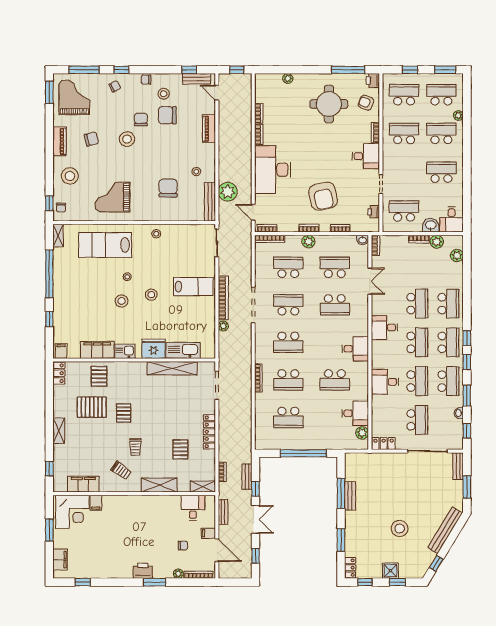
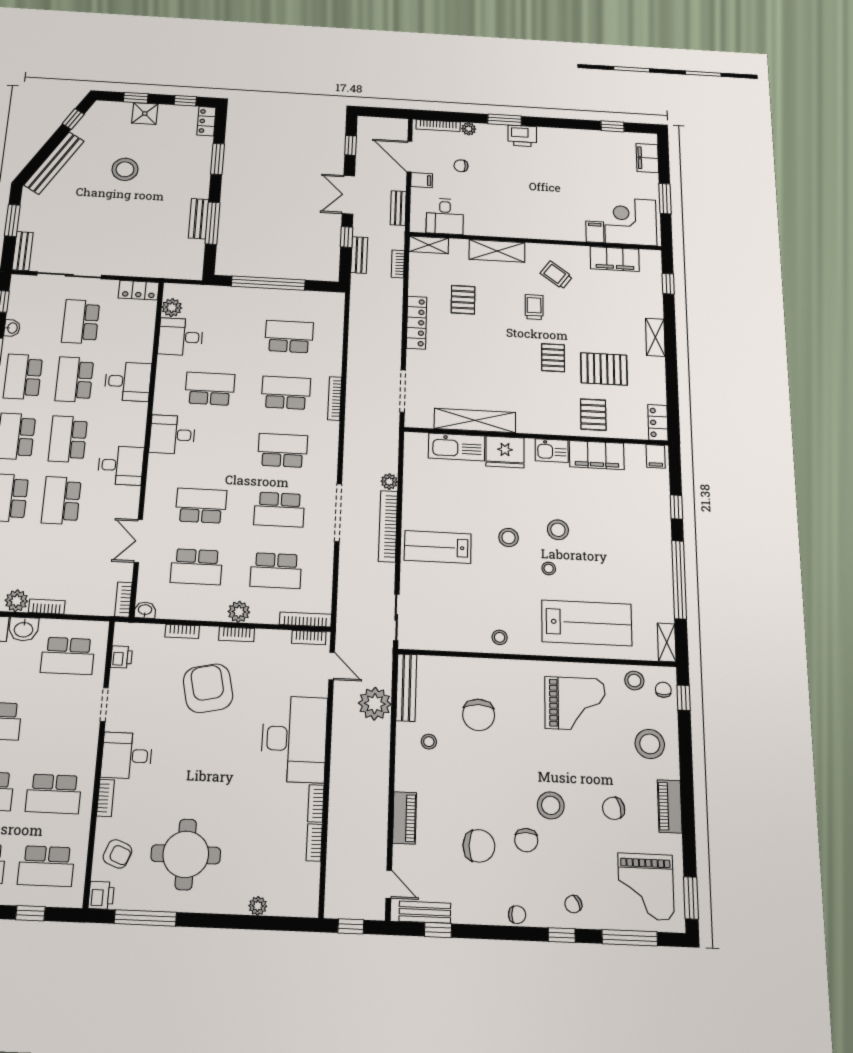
stool: (164, 94) -> (634, 681), moved

